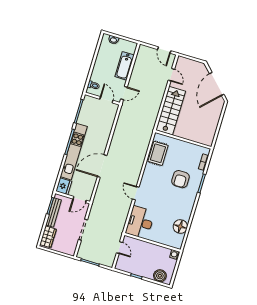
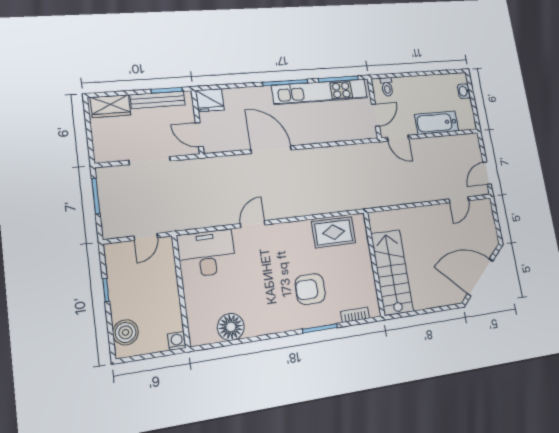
stairs: (171, 111) -> (392, 272), moved, turned -90
kitchen unit: (74, 152) -> (320, 92), moved

